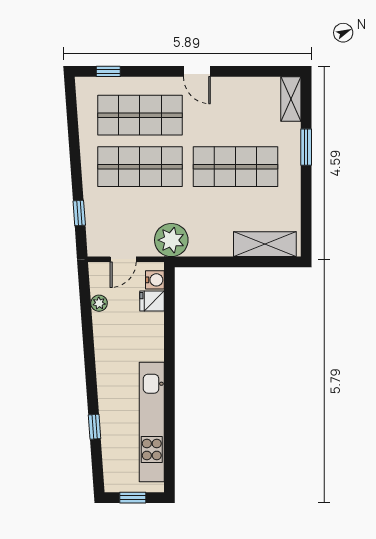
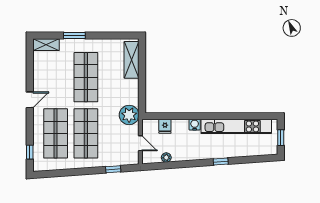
water cooler: (155, 280) -> (195, 125), moved
window: (94, 427) -> (221, 162), moved

